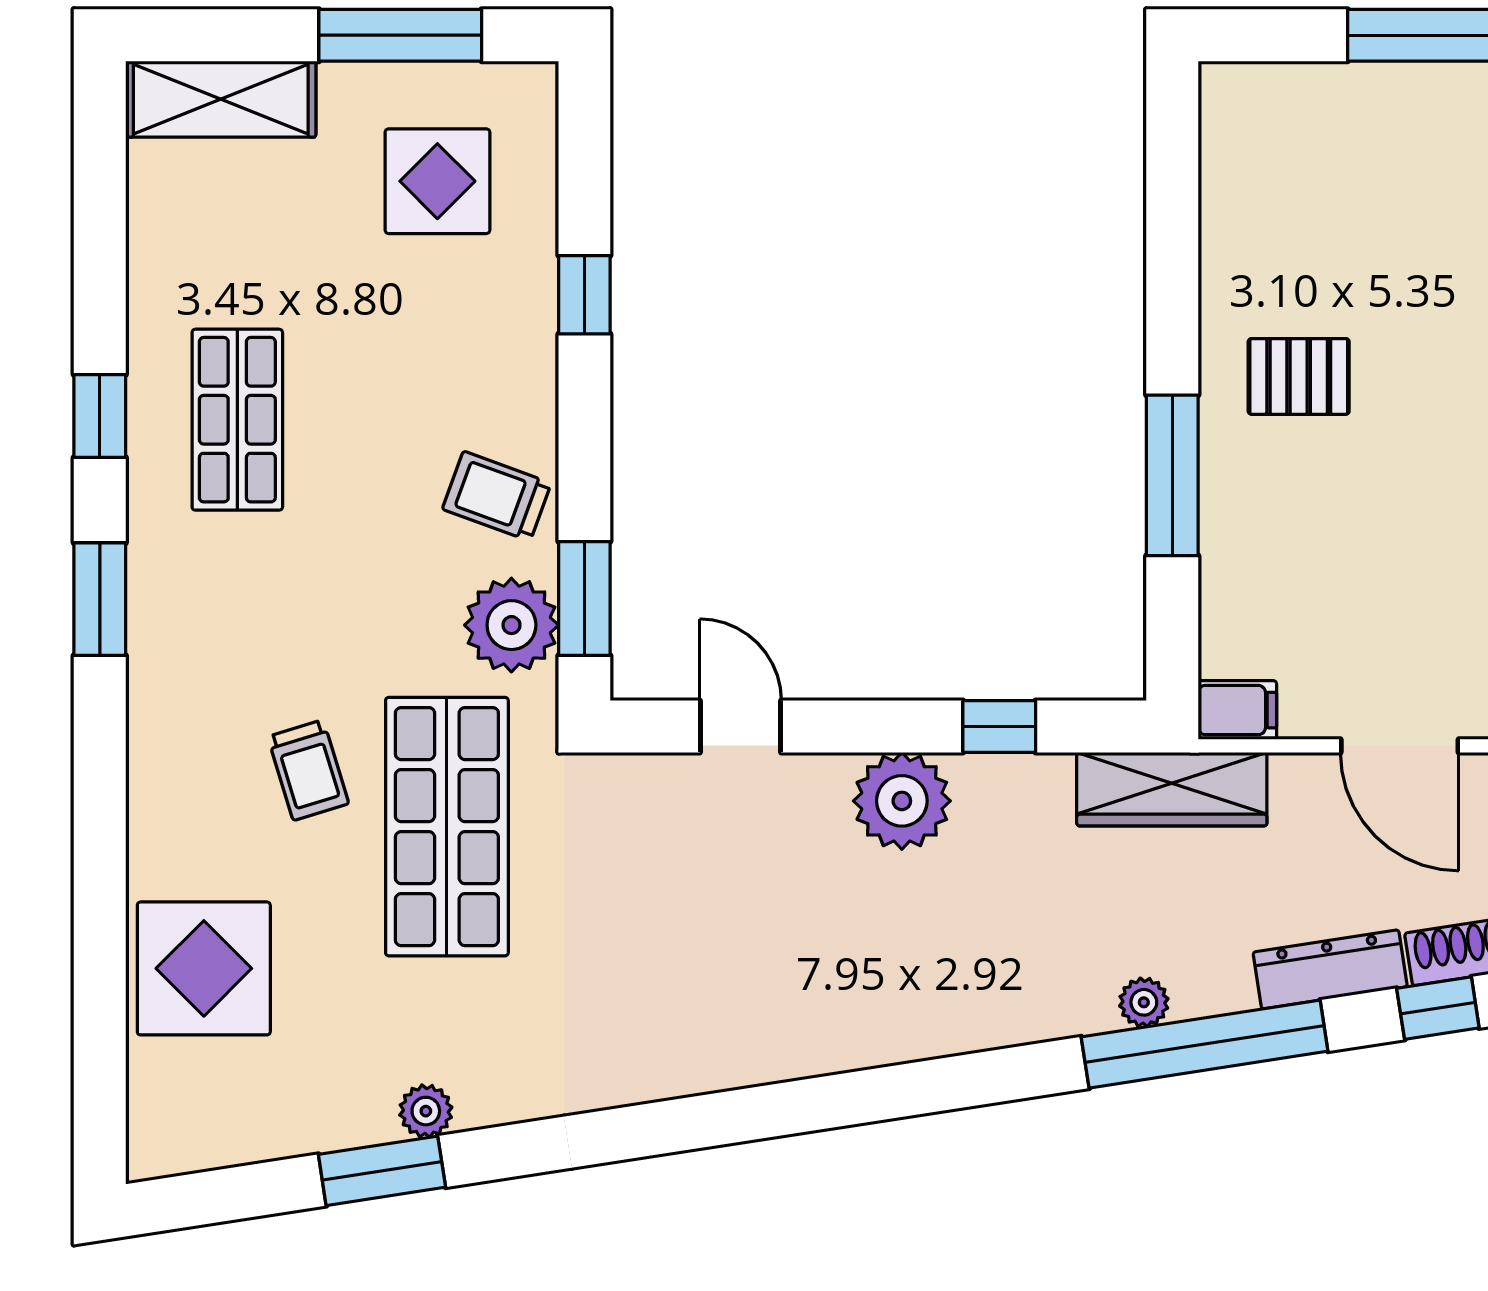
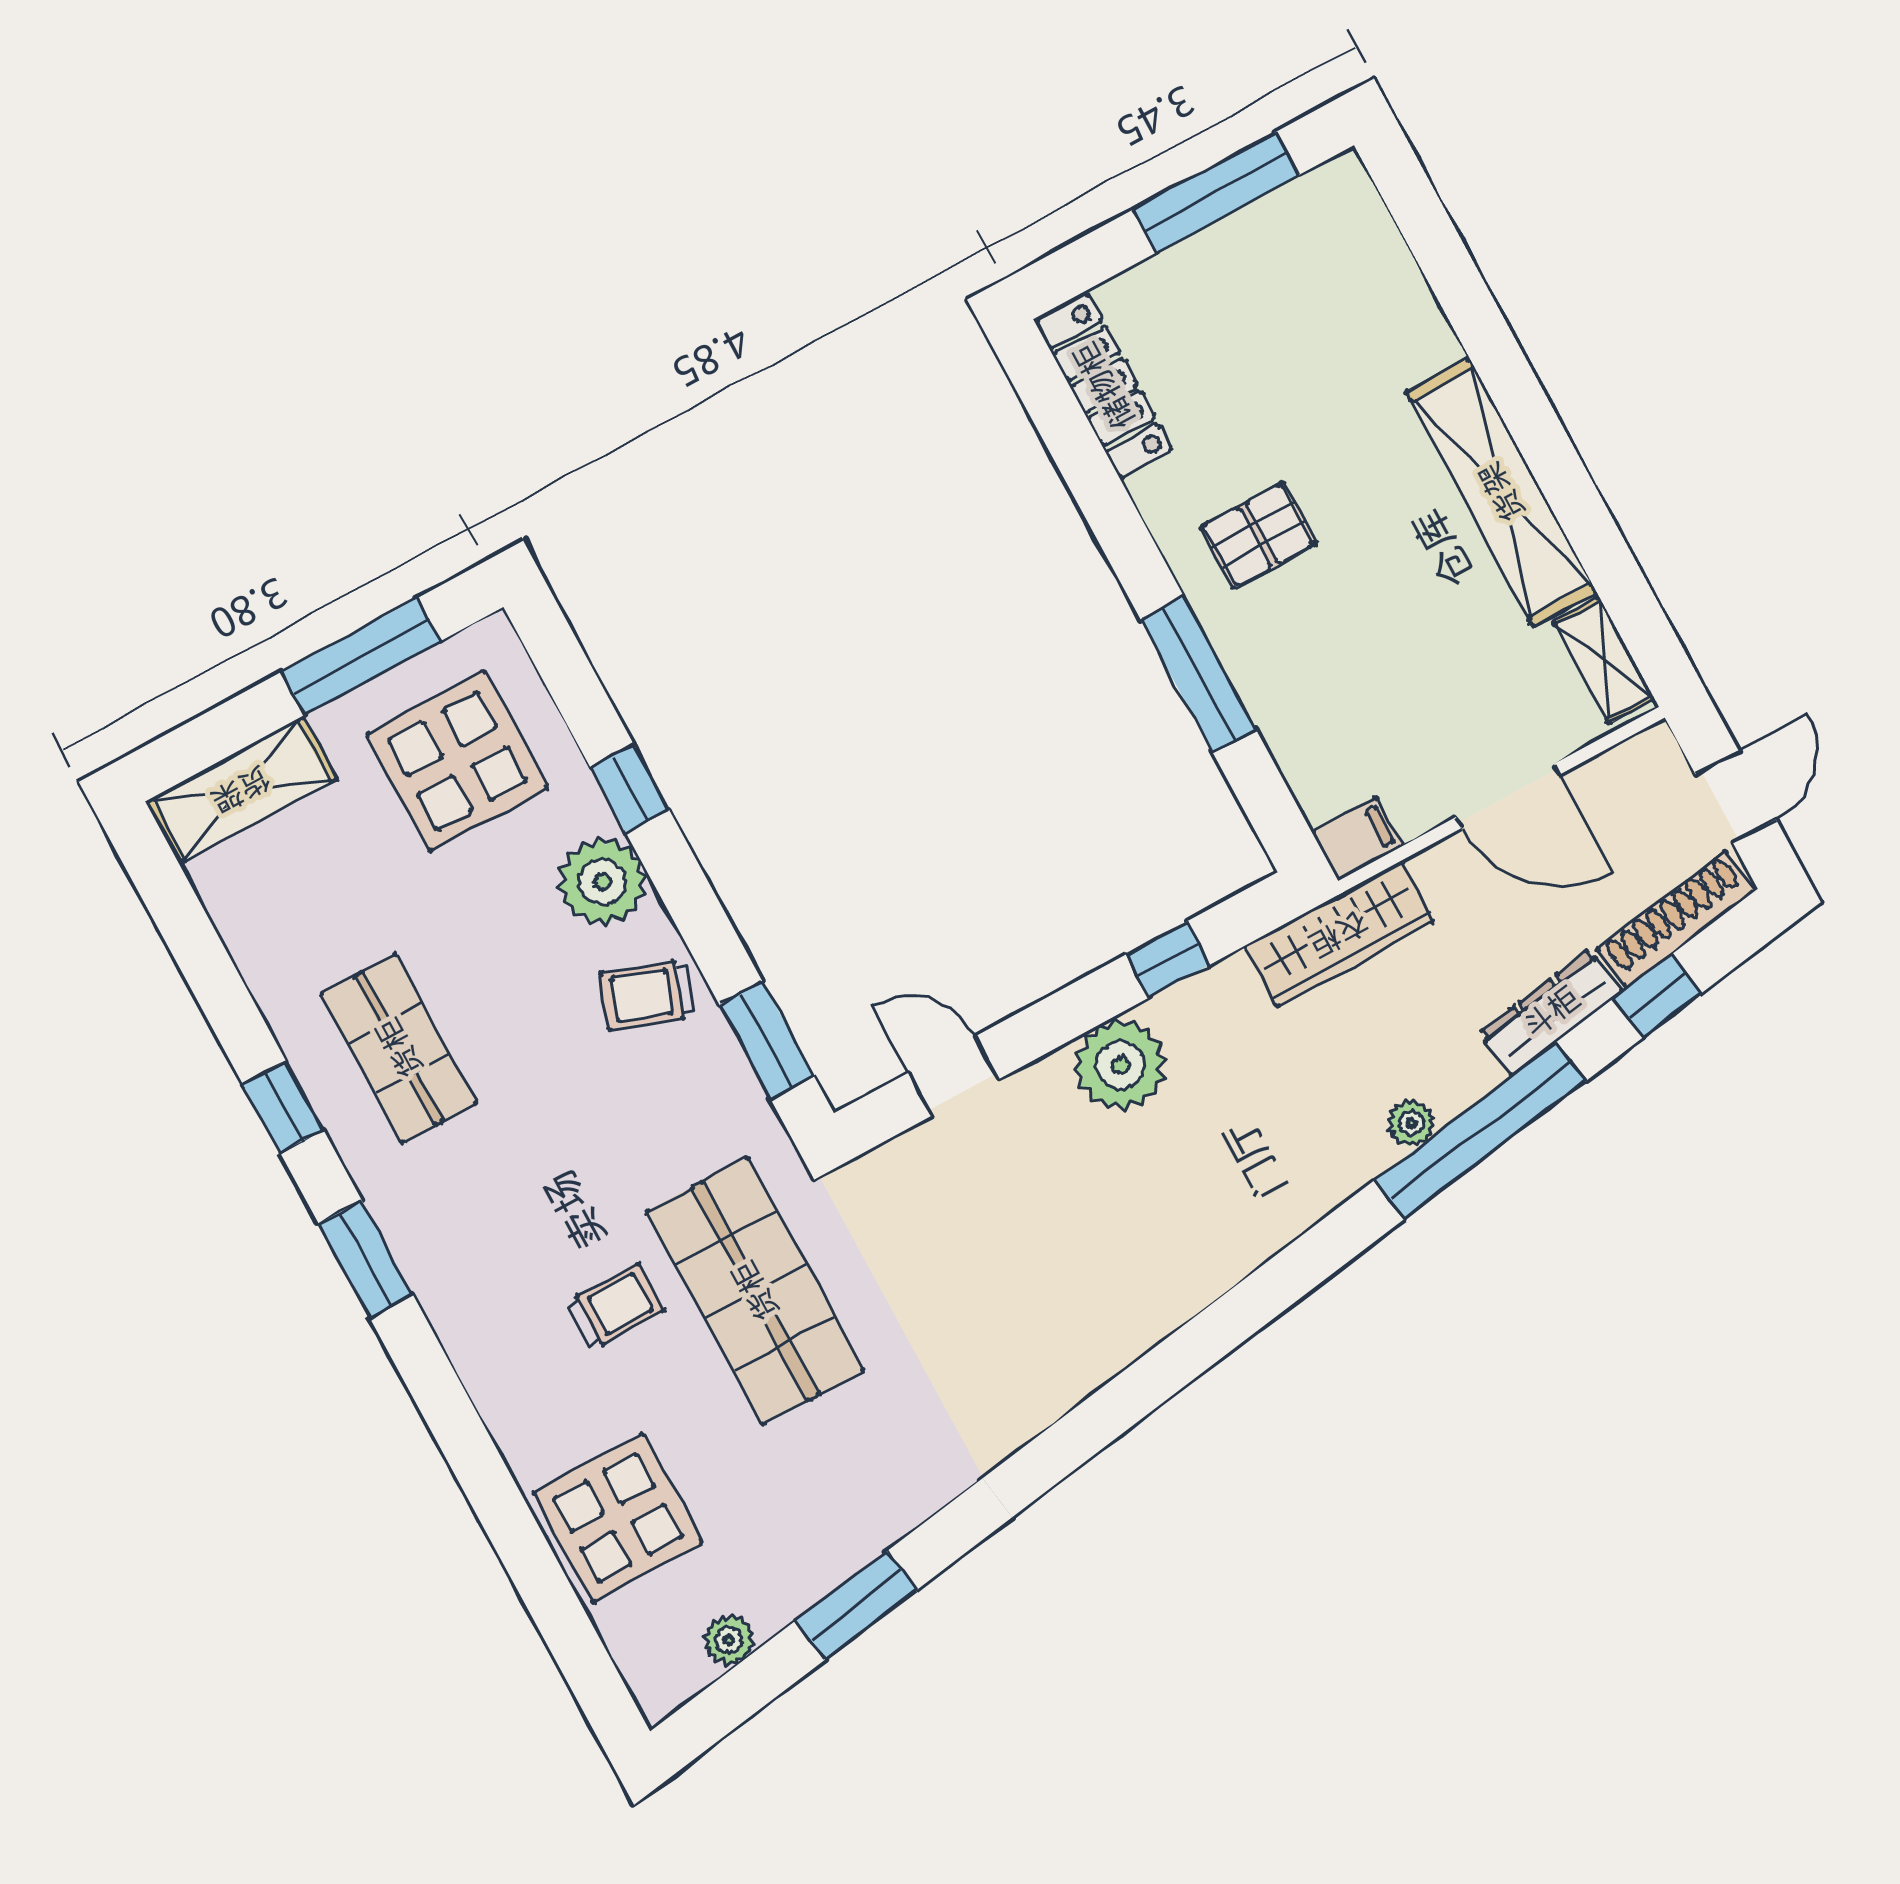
locker: (1231, 159) -> (1104, 386), added
display table: (437, 181) -> (457, 761), width x1.36, depth x1.36
plant: (511, 625) -> (602, 882), moved
trolley: (308, 770) -> (615, 1307), turned -73
plant: (426, 1111) -> (729, 1640), moved

